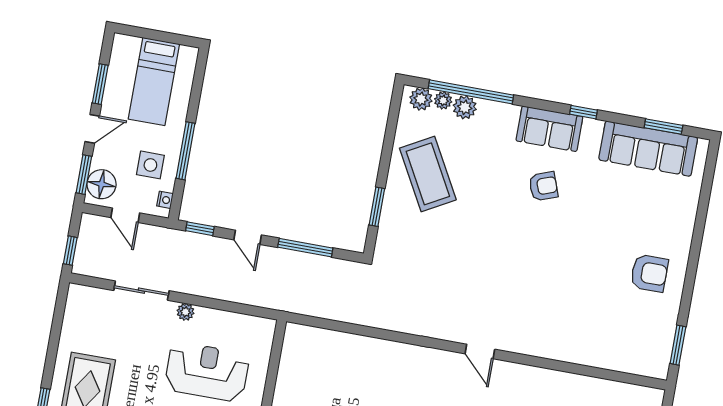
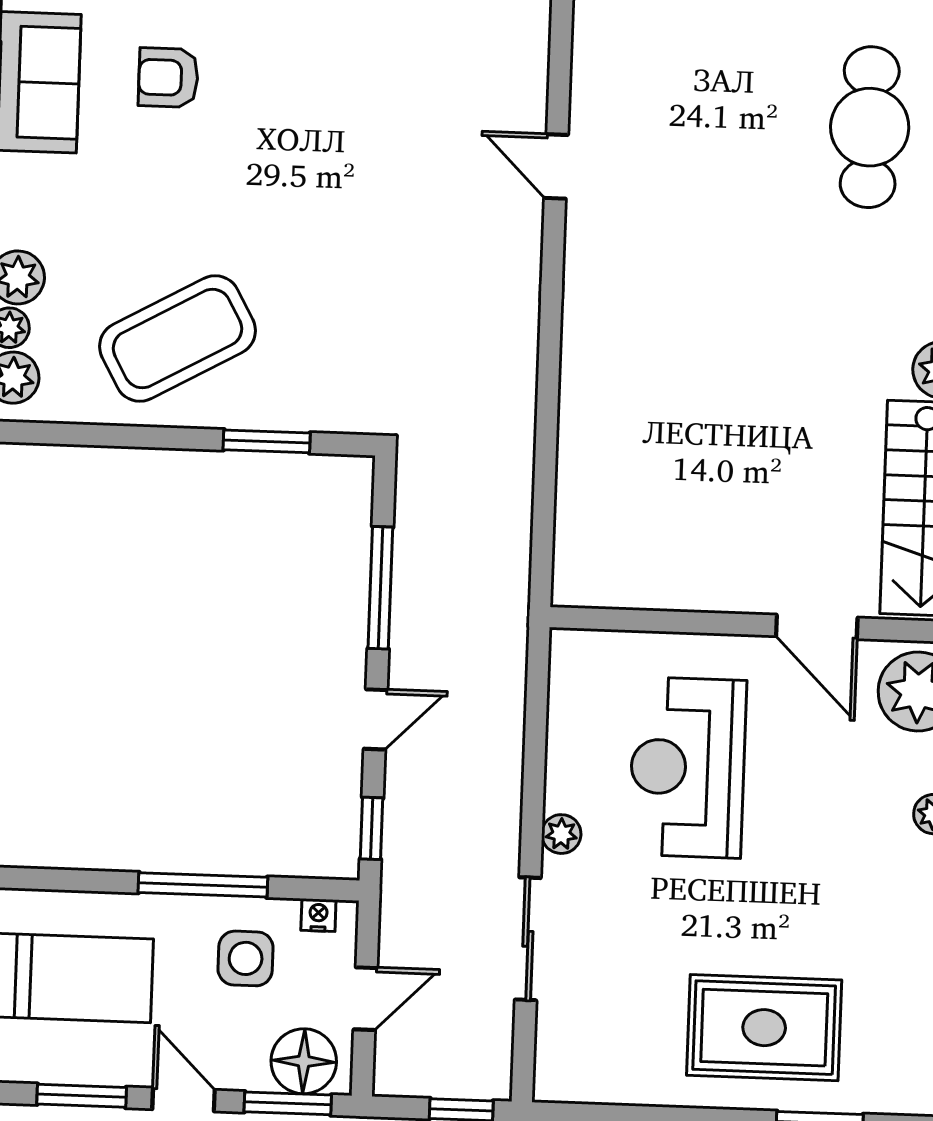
armchair: (543, 186) -> (168, 78), turned -70
door: (480, 352) -> (556, 166), swing flipped

